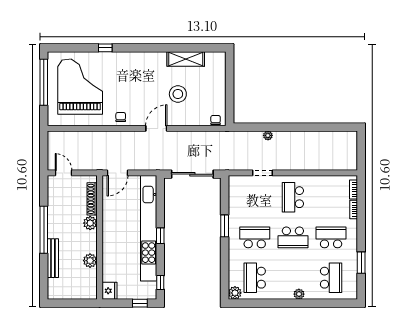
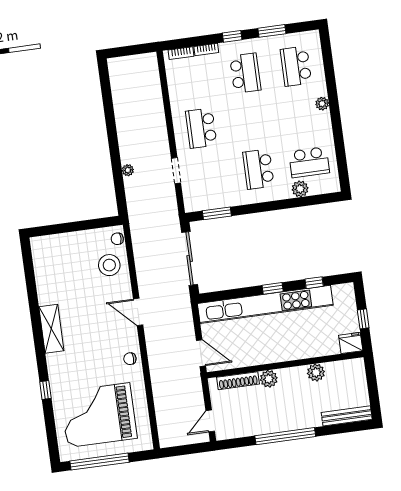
shelving: (186, 59) -> (51, 329), moved
stool: (178, 94) -> (109, 265), moved
school desk: (293, 197) -> (201, 128), turned 90
window: (225, 226) -> (217, 213), moved
window: (361, 231) -> (232, 36), added
school desk: (293, 237) -> (252, 121), removed
school desk: (331, 237) -> (245, 73), turned 180
bench: (53, 258) -> (347, 416), moved
school desk: (331, 278) -> (296, 66), turned -90
window: (160, 282) -> (314, 283), moved
plant: (235, 293) -> (300, 189), moved
window: (140, 303) -> (363, 319), moved

